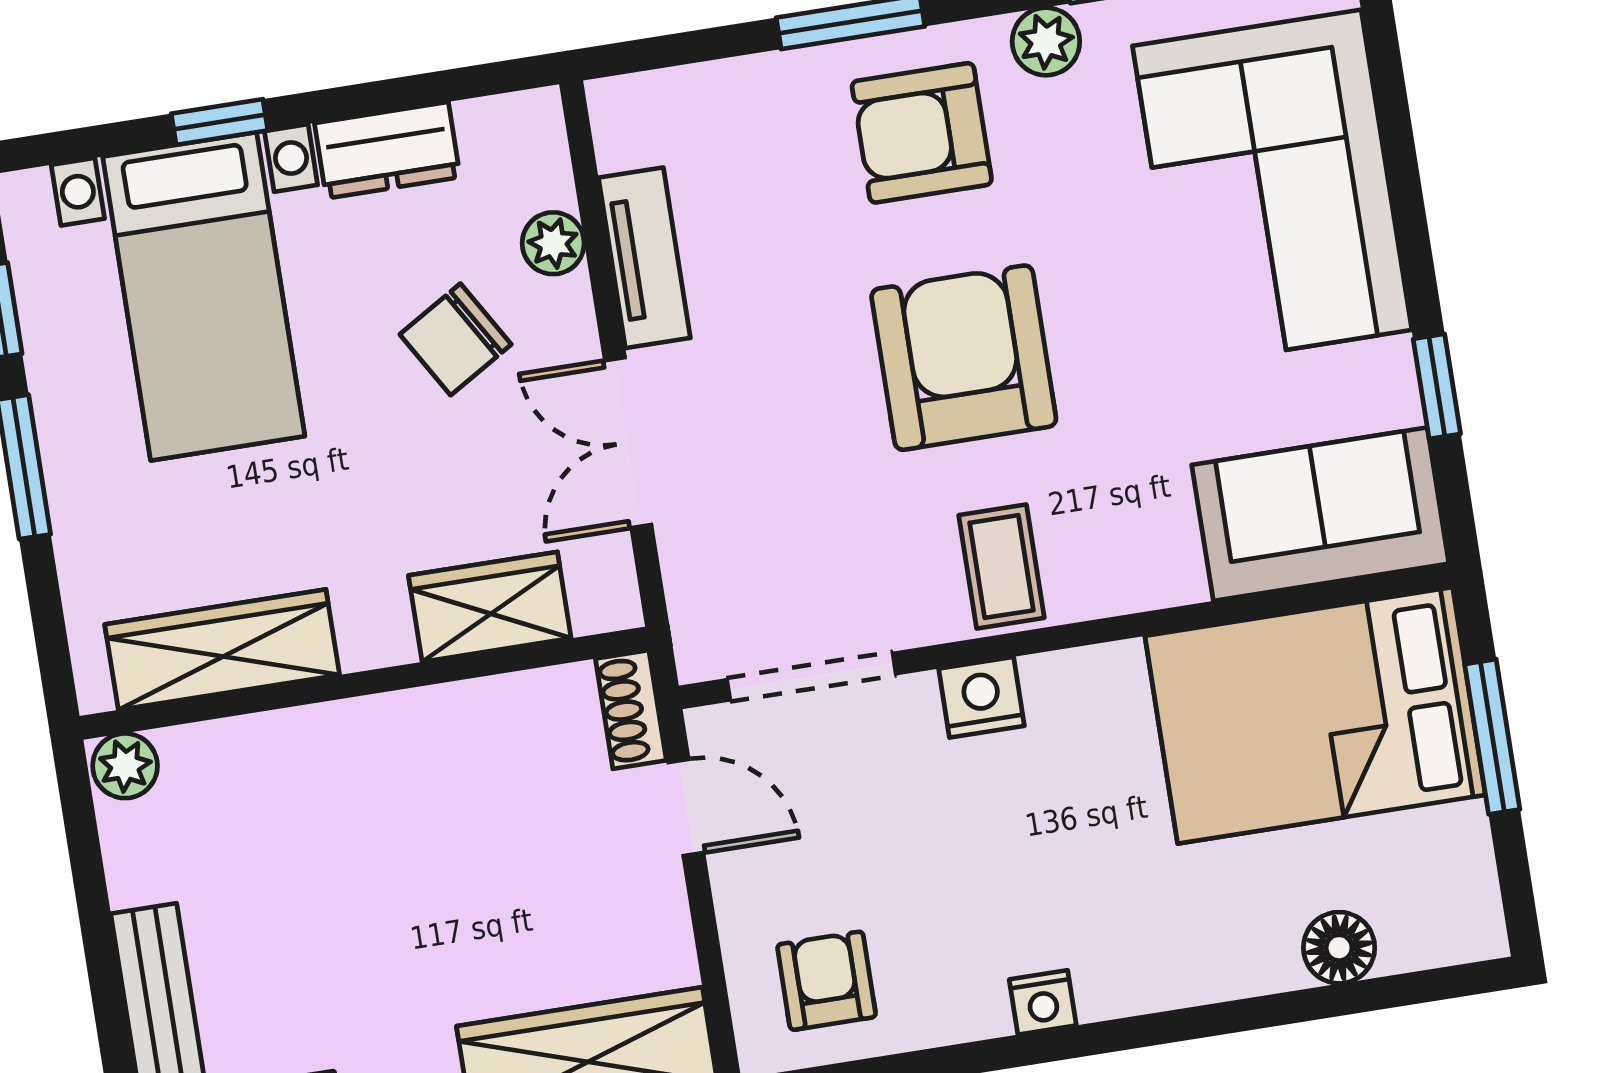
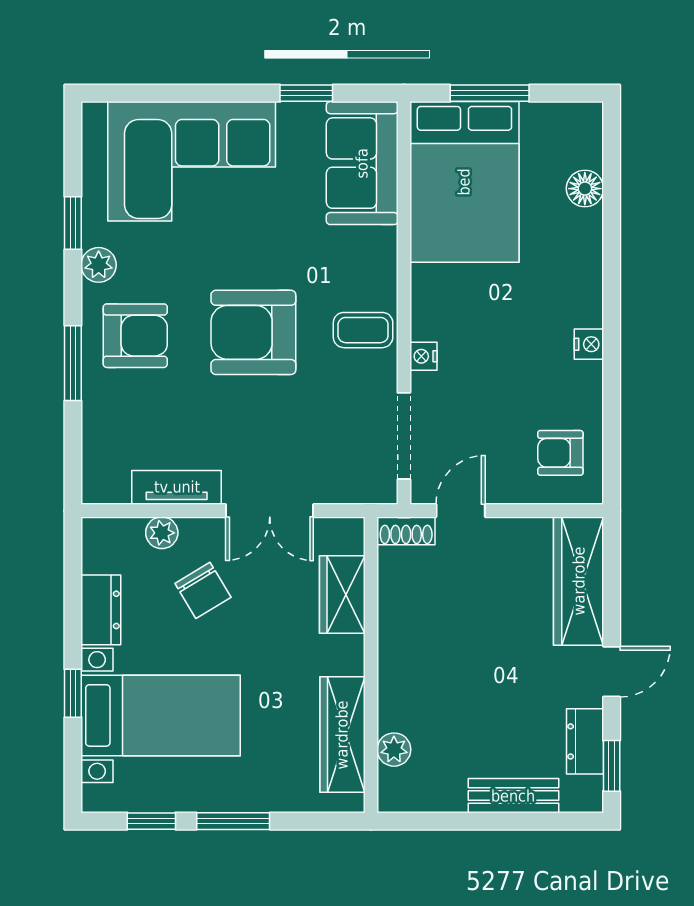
armchair: (922, 133) -> (135, 336), turned -90
nightstand: (981, 697) -> (423, 356), width x0.72, depth x0.74
plant: (125, 766) -> (394, 750), moved

